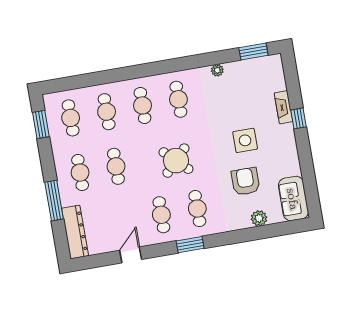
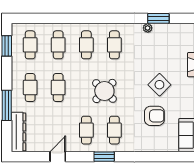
window: (253, 51) -> (158, 18), moved
side table: (245, 140) -> (159, 85), turned 45
armchair: (245, 181) -> (154, 116), turned 90
plant: (259, 218) -> (160, 146), removed

